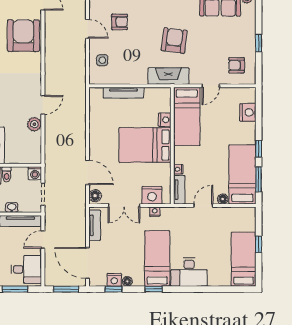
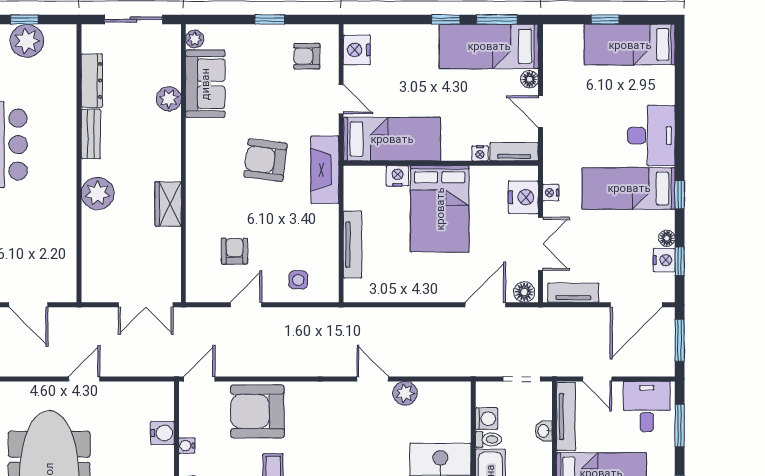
armchair: (237, 65) -> (307, 56), turned 90
nightstand: (248, 112) -> (357, 50), moved, turned -90
washing machine: (35, 173) -> (487, 419), moved

